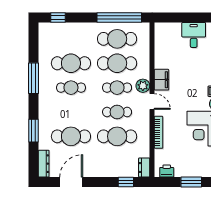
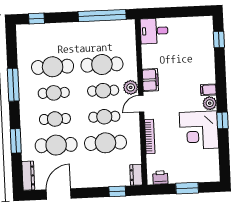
desk: (194, 35) -> (154, 31), moved, turned -90
cafe table: (117, 39) -> (55, 119), moved, width x0.73, depth x0.74
door: (152, 101) -> (141, 104), swing flipped

